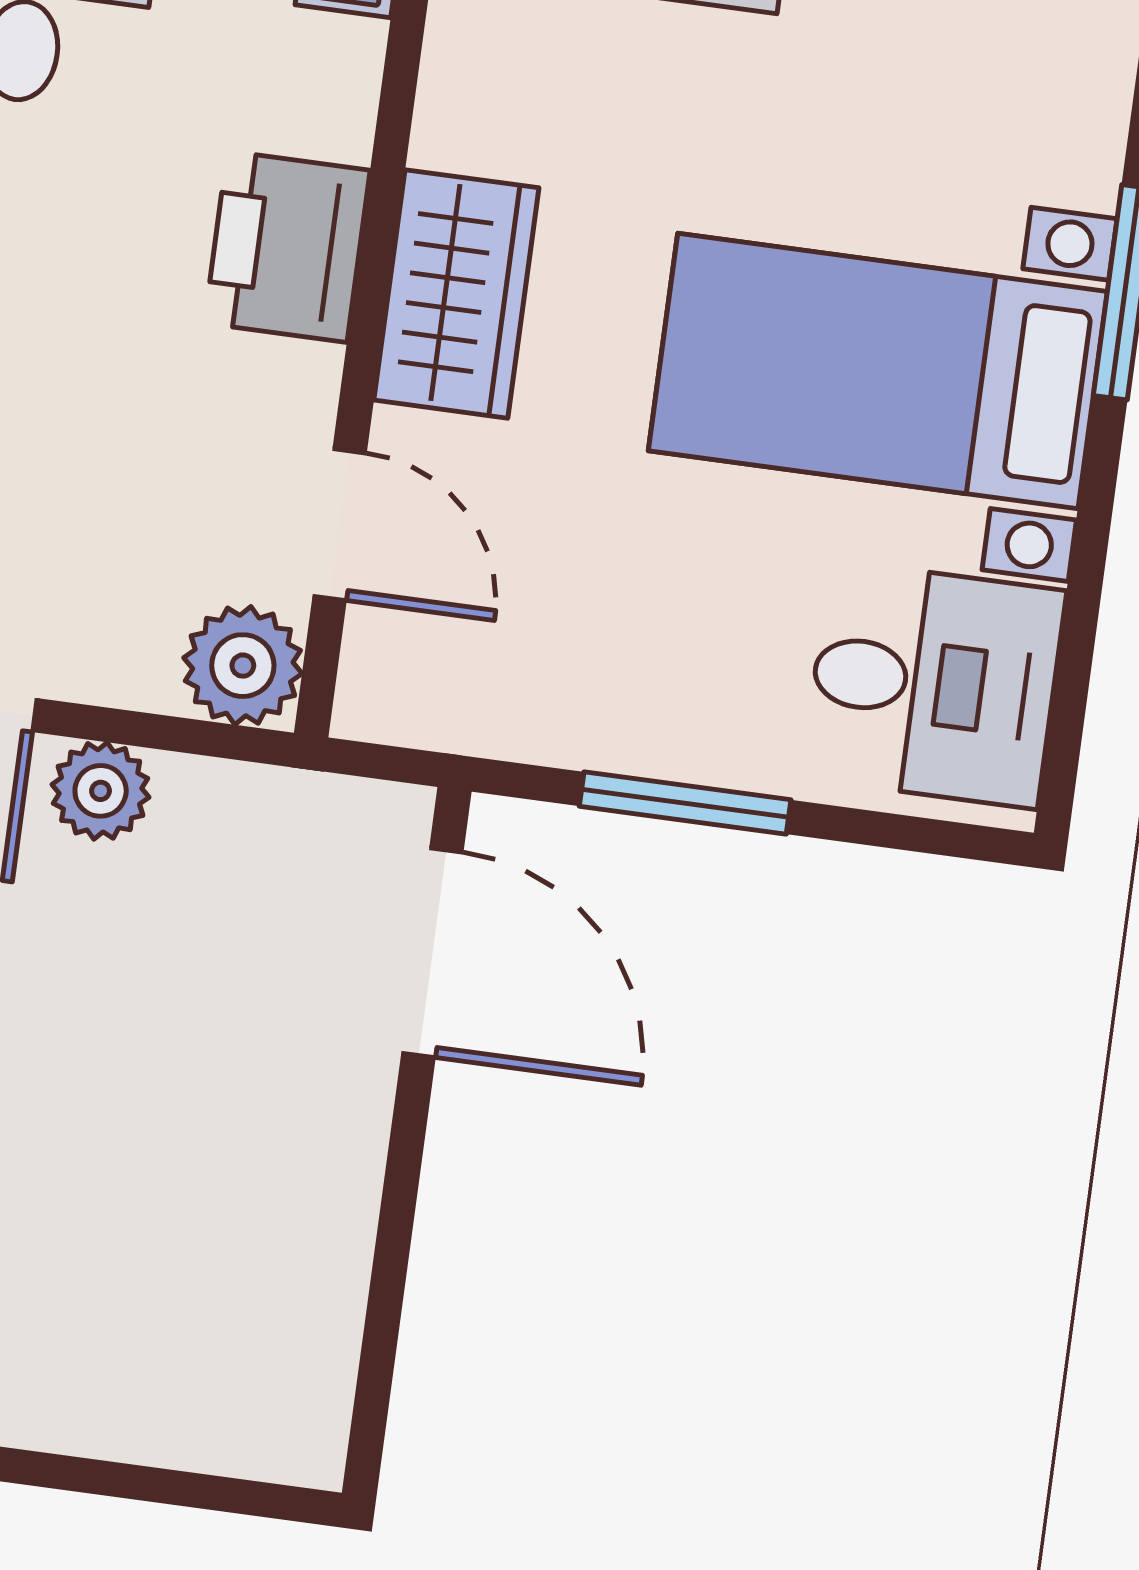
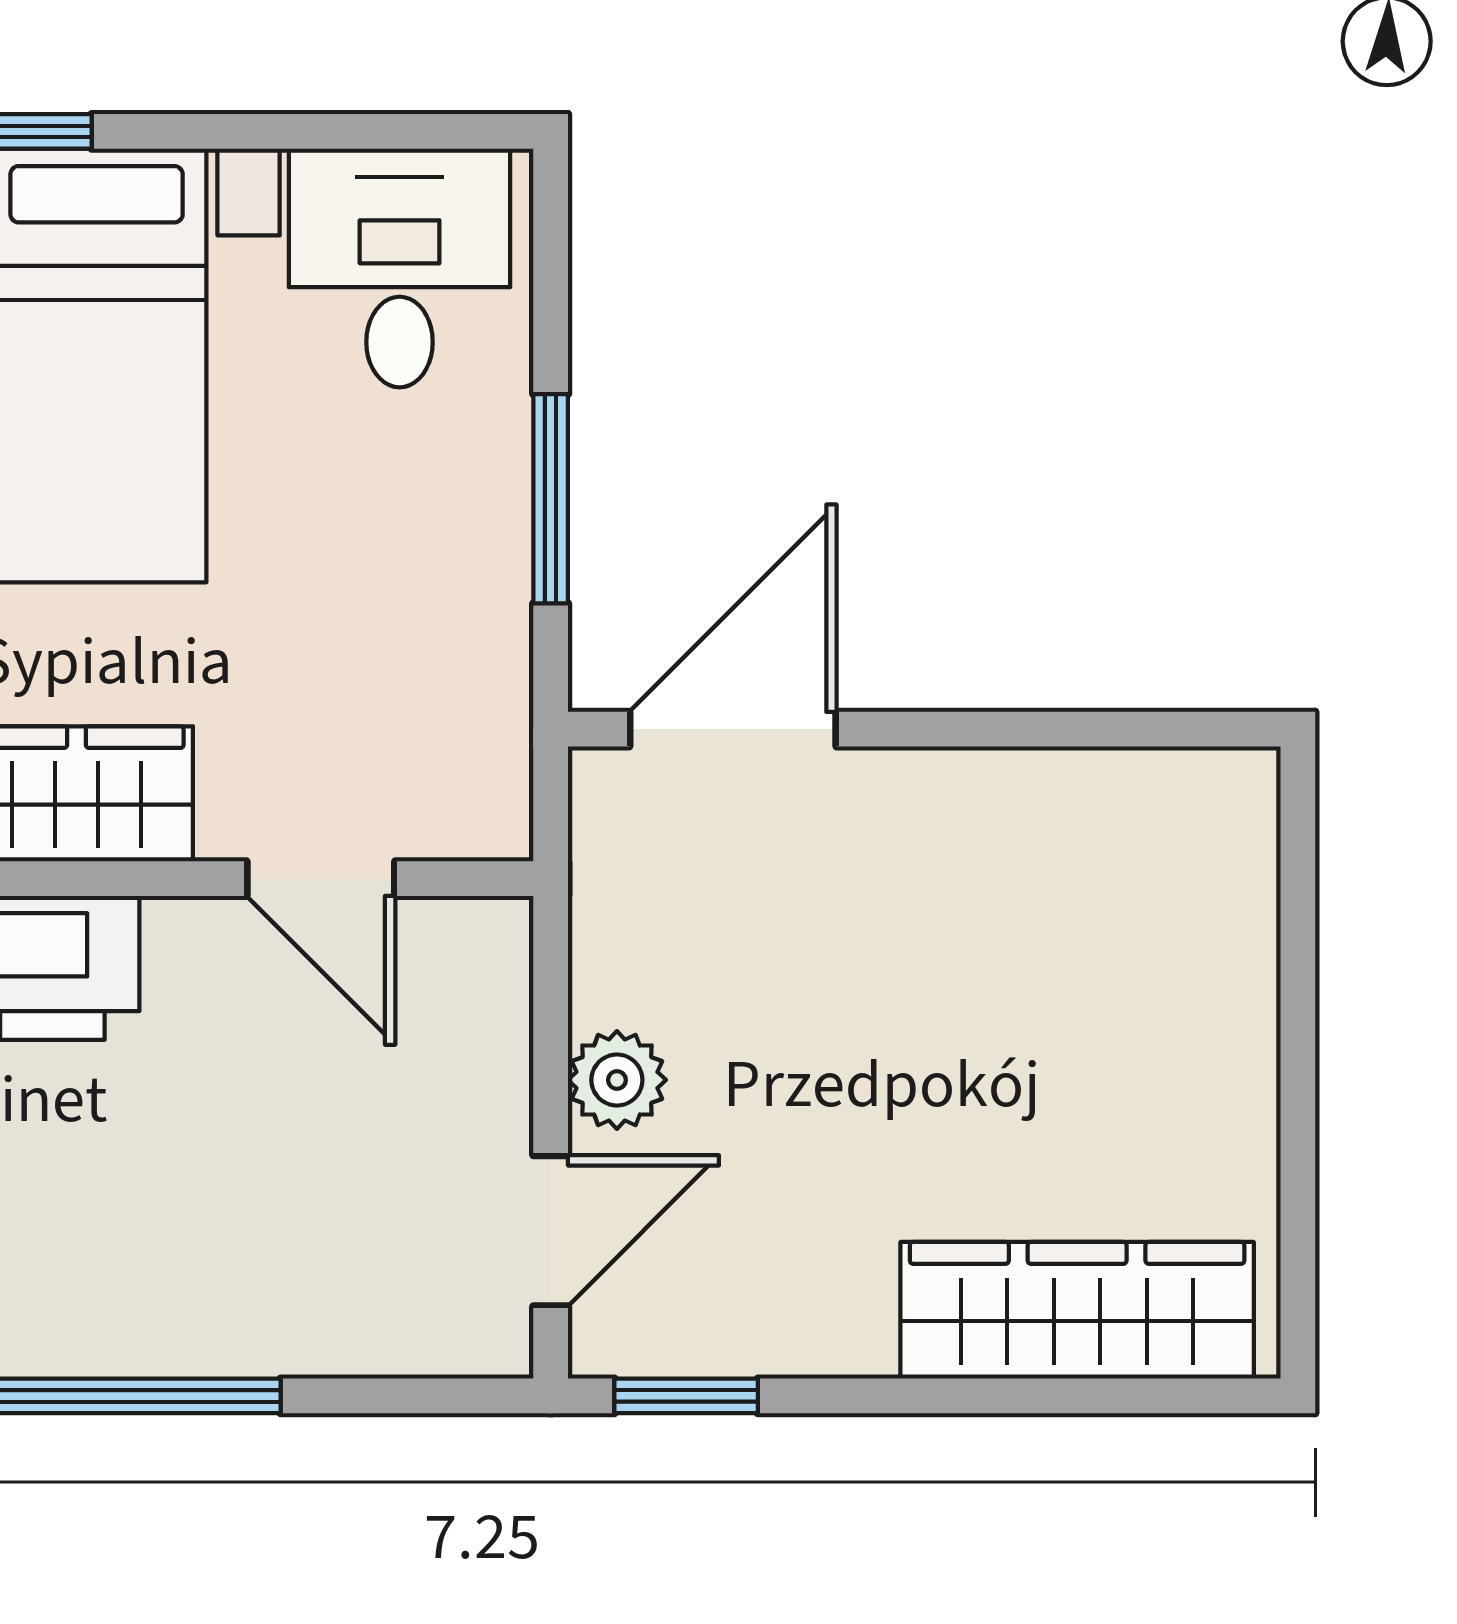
door: (340, 525) -> (321, 879), swing flipped
plant: (243, 666) -> (474, 956), removed

